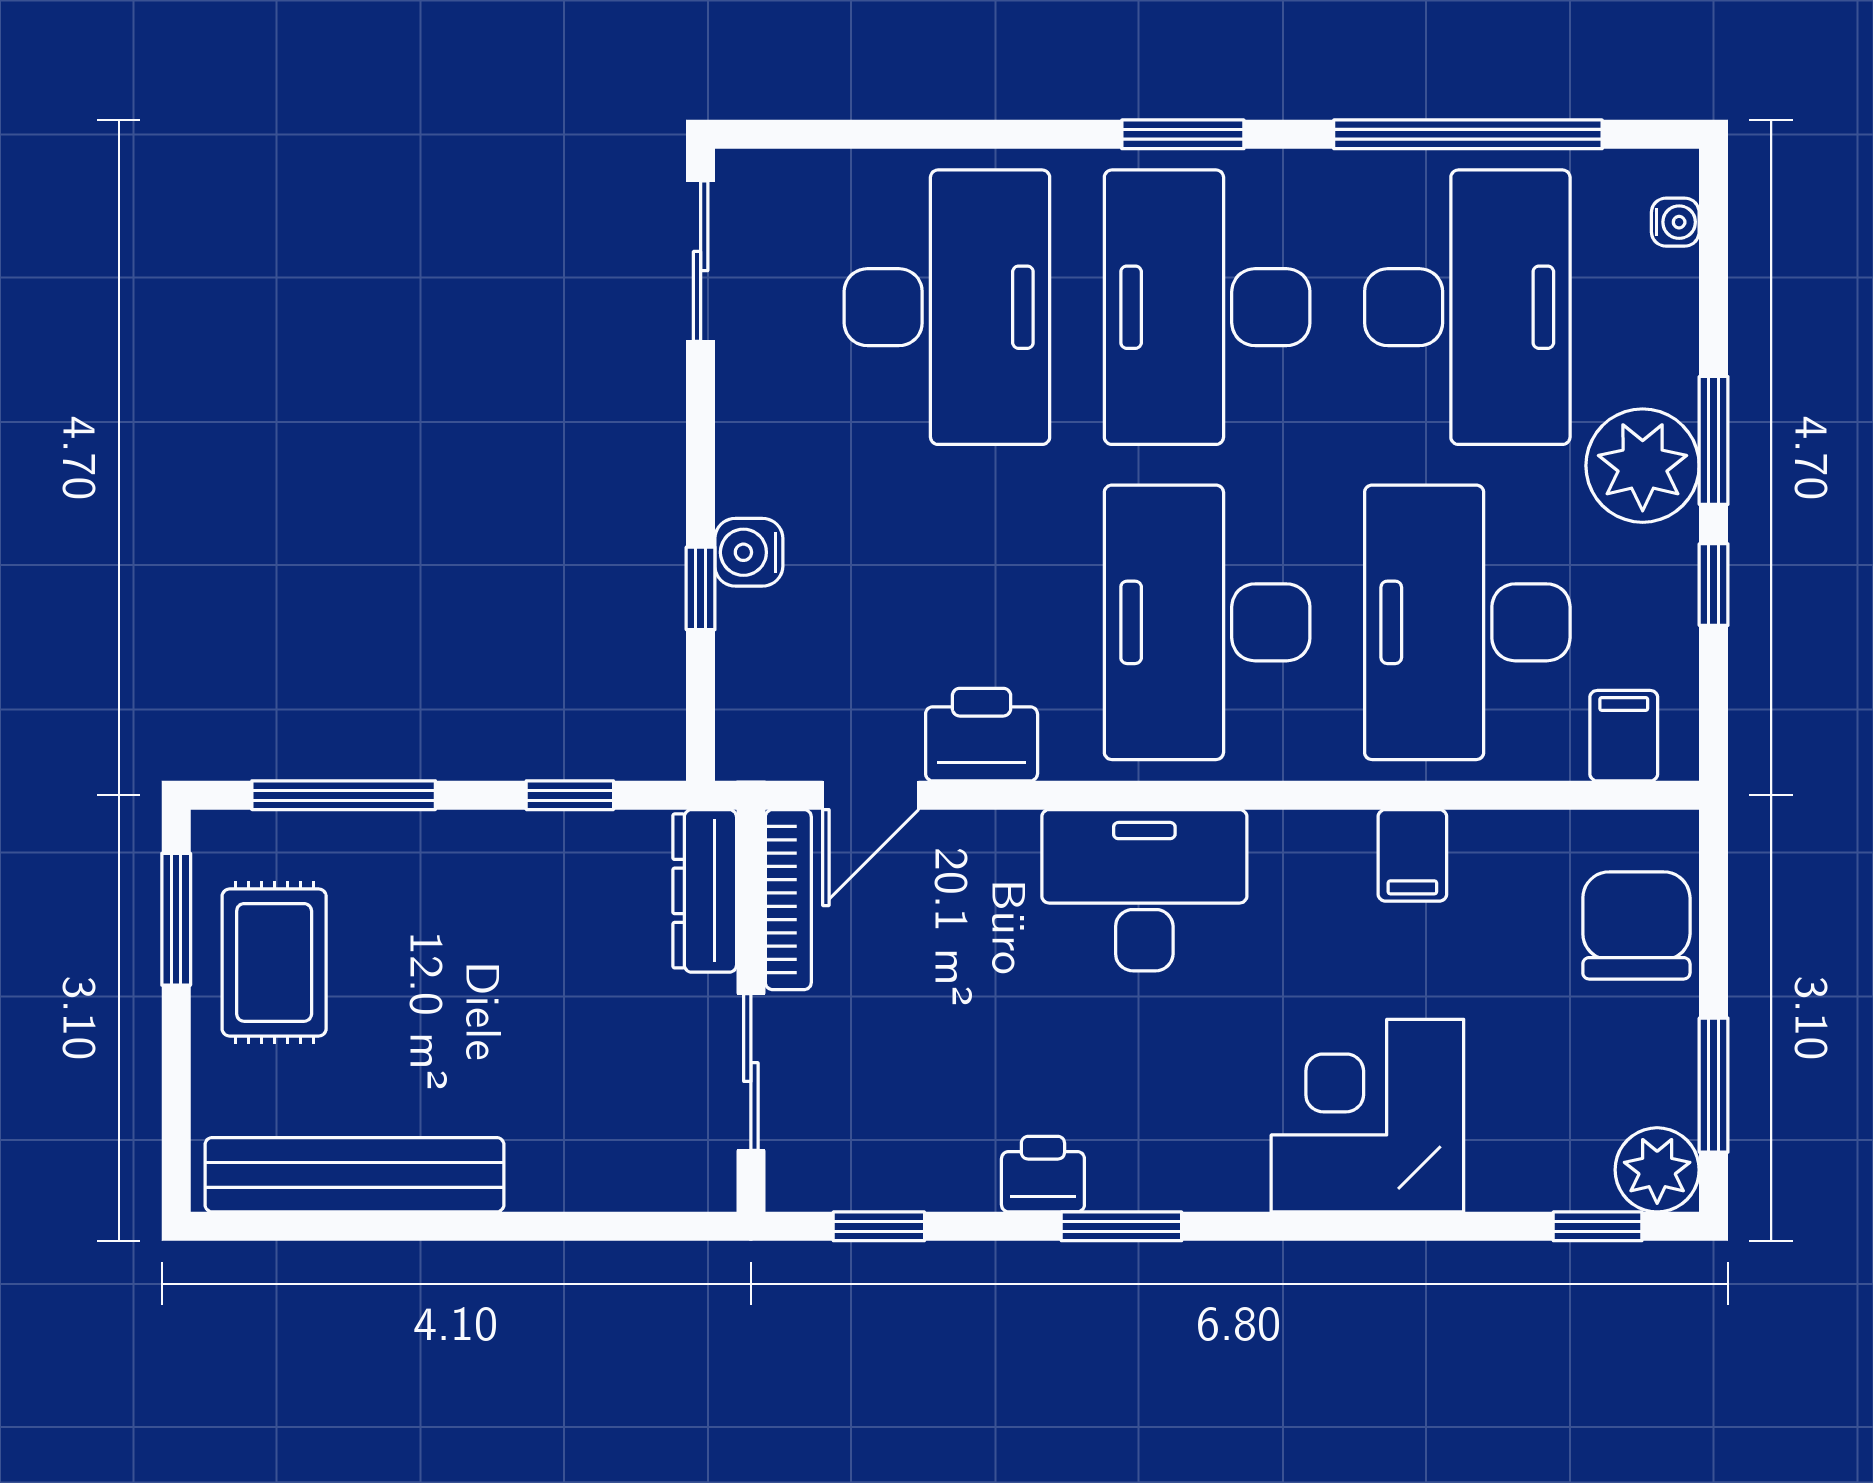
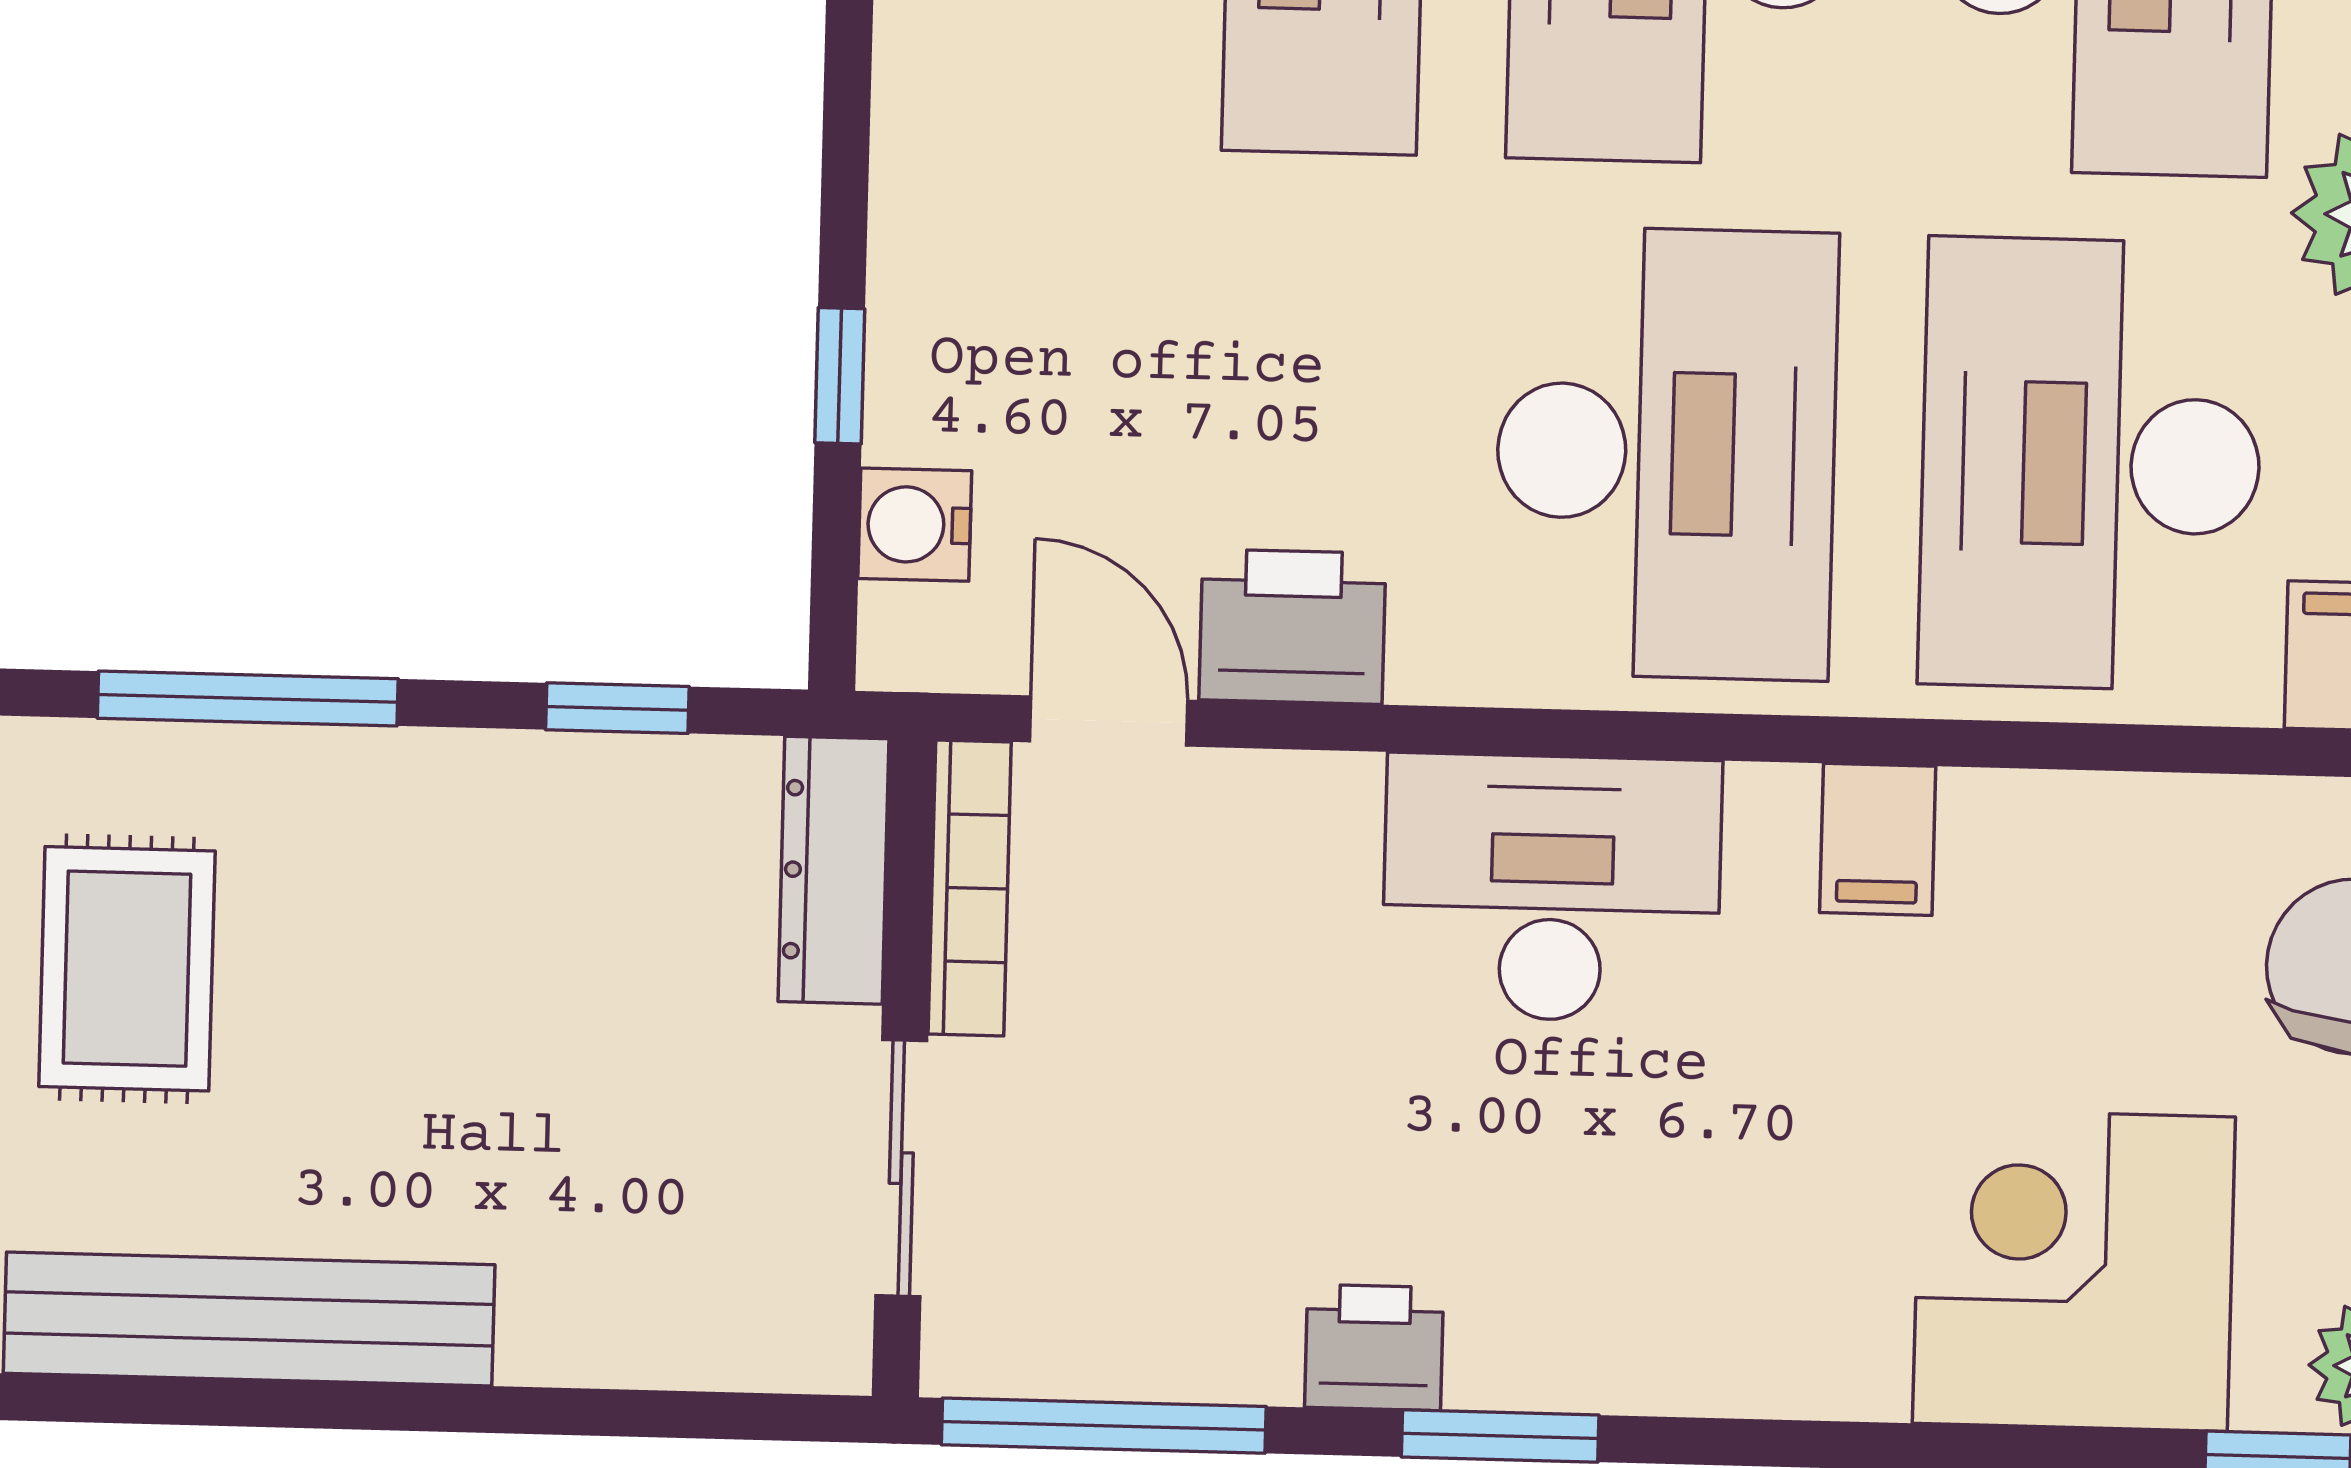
water cooler: (749, 552) -> (915, 525), moved
desk: (1207, 622) -> (1666, 453), turned 180
door: (871, 795) -> (1109, 721), swing flipped
filing cabinet: (1412, 855) -> (1878, 839), moved
corner desk: (1367, 1116) -> (2074, 1270), moved
window: (879, 1226) -> (1104, 1426), width x2.17

